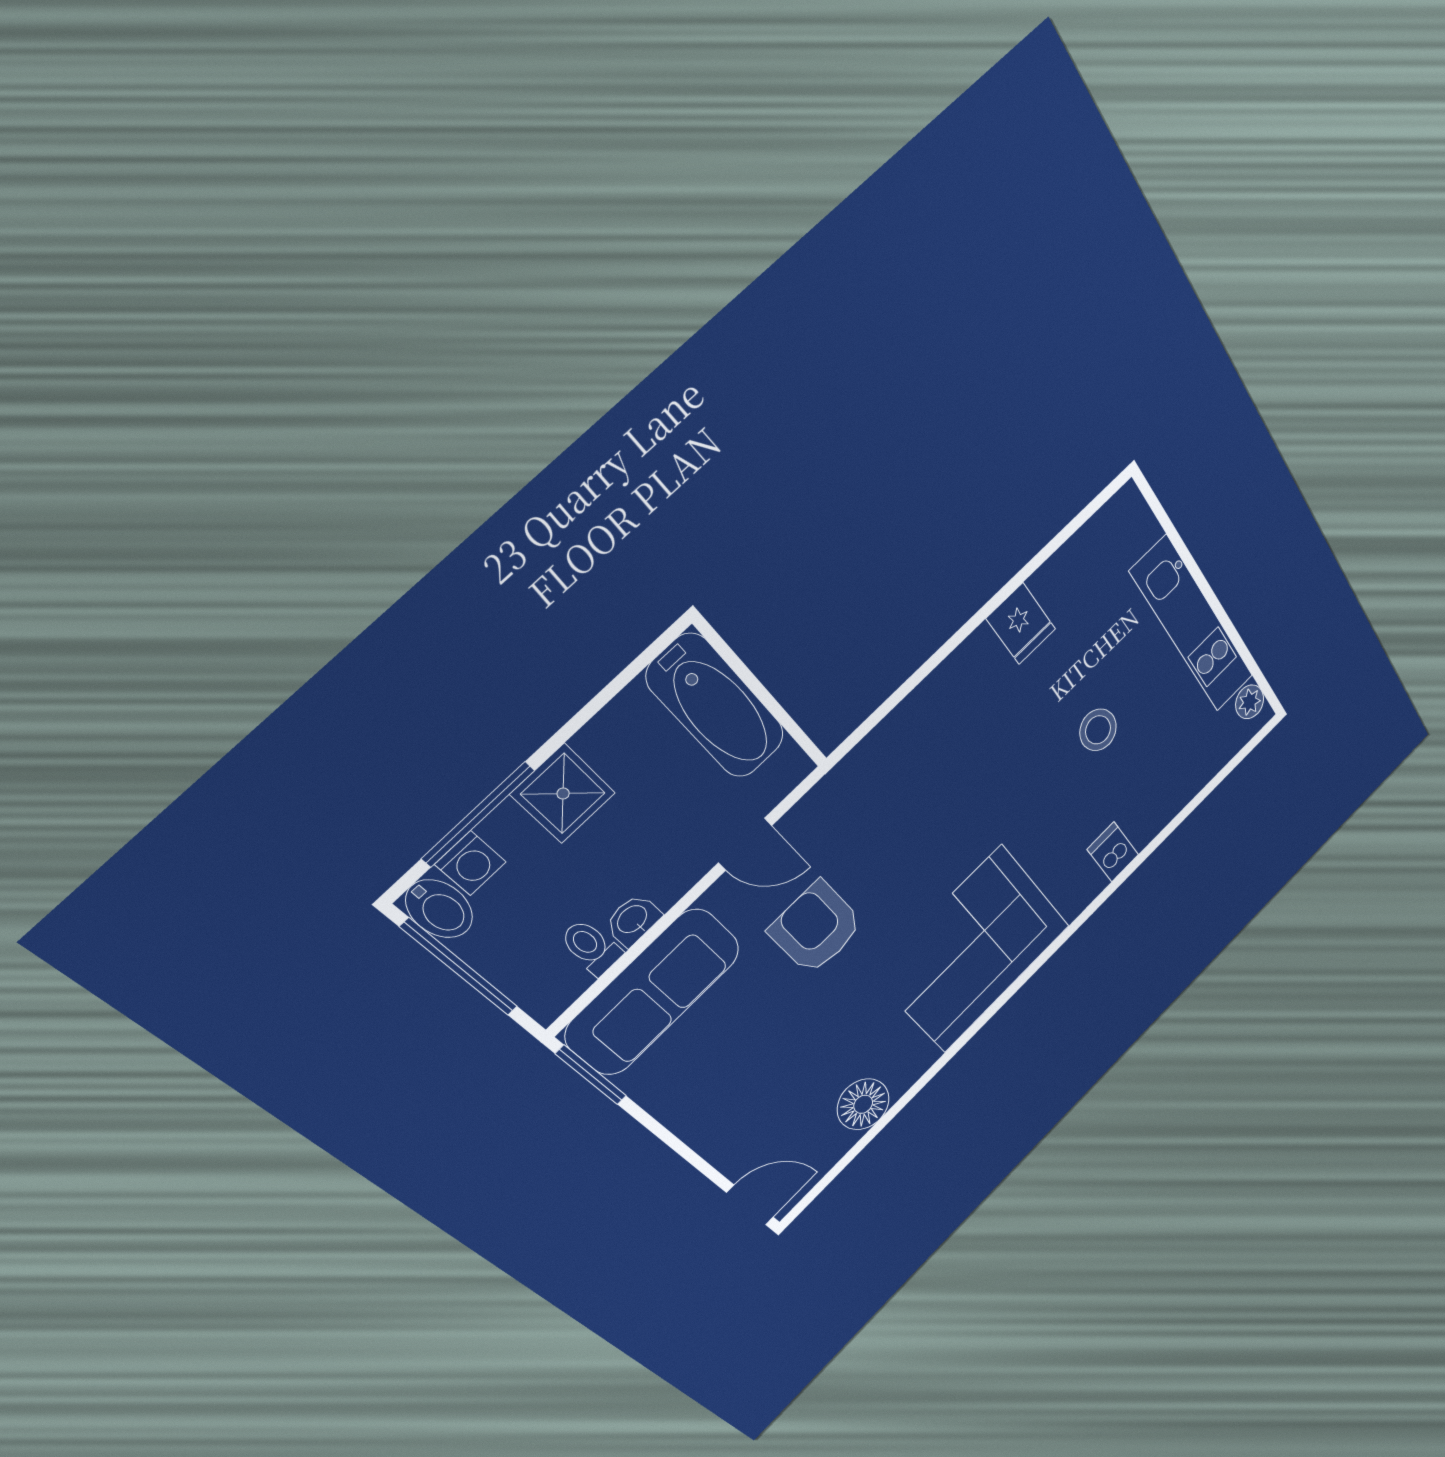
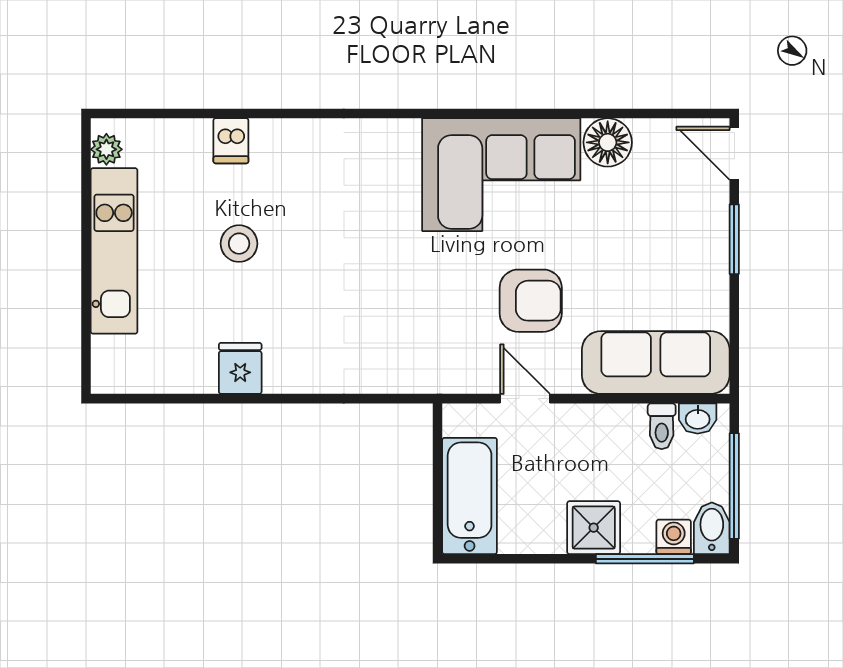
dishwasher: (1113, 852) -> (231, 141), moved
washbasin: (633, 920) -> (698, 418), moved
armchair: (816, 928) -> (531, 301), turned -90
corner sofa: (973, 950) -> (501, 175), moved
window: (591, 1075) -> (734, 239), moved

